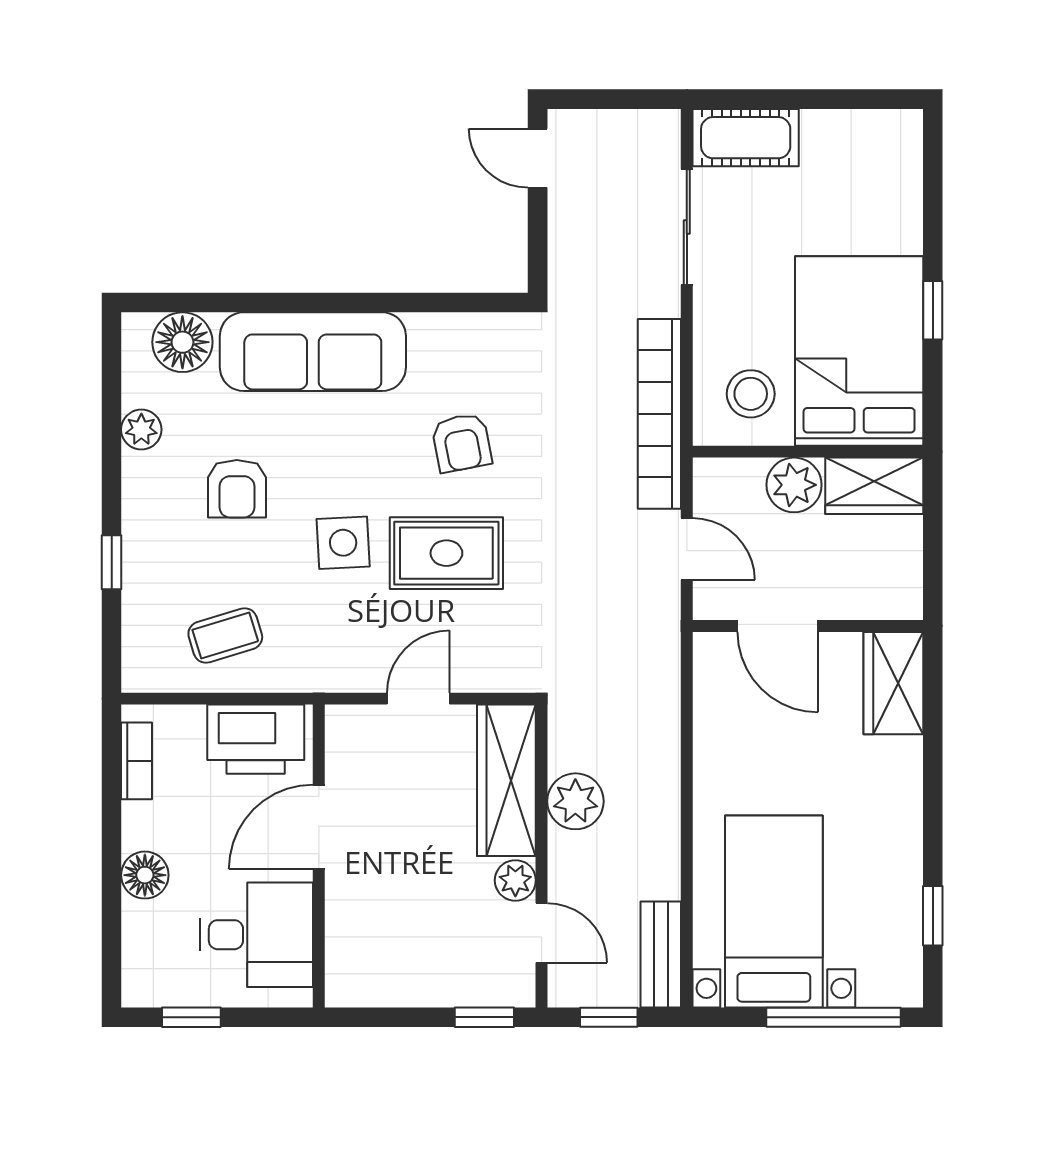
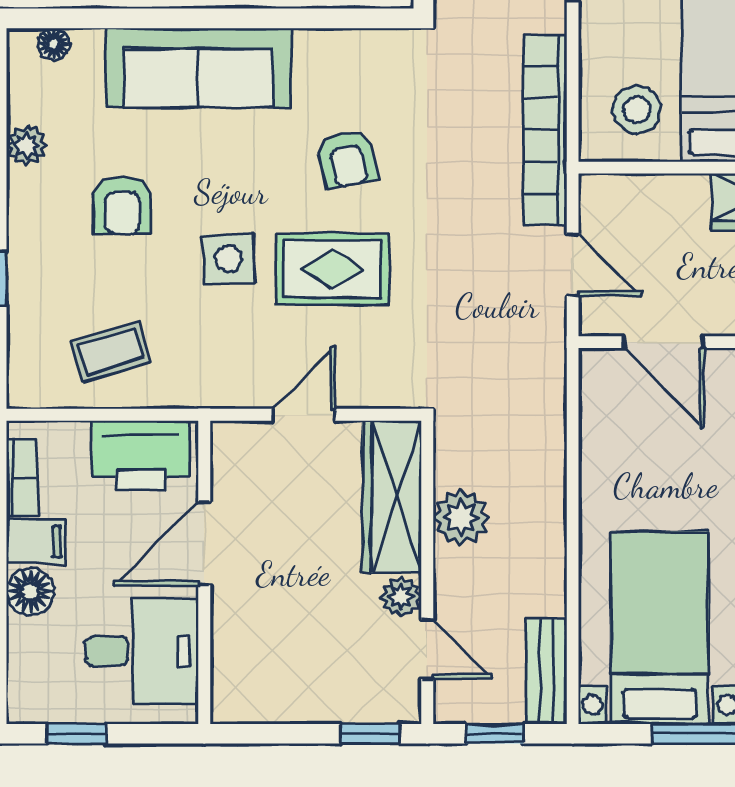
floor lamp: (182, 342) -> (54, 44), width x0.53, depth x0.53
plant: (794, 485) -> (680, 201), removed
filing cabinet: (151, 825) -> (36, 542), added

